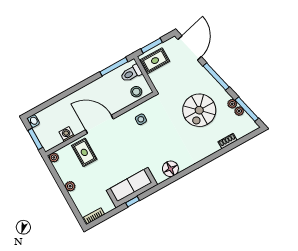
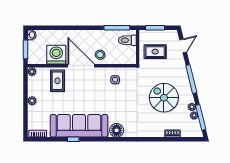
door: (190, 48) -> (183, 46), width x0.53
rug: (155, 61) -> (155, 52), moved
stool: (136, 92) -> (100, 55), moved
spiral stairs: (199, 110) -> (164, 98), turned 90
washing machine: (67, 134) -> (56, 55), width x1.89, depth x1.89
sofa: (132, 188) -> (79, 126), width x1.36, depth x1.27

